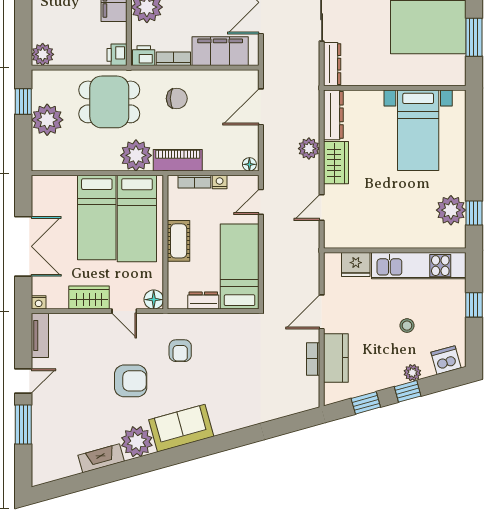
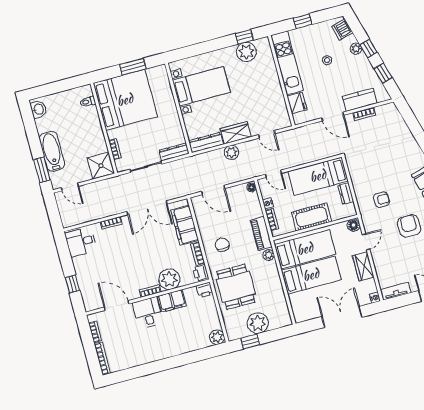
plant: (136, 155) -> (269, 255), width x0.53, depth x0.53
cot: (179, 241) -> (312, 217), width x1.37, depth x1.34

